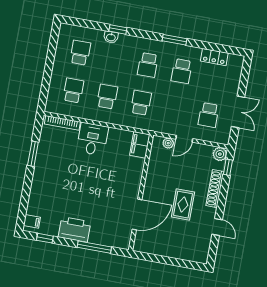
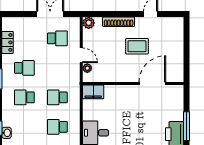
school desk: (148, 65) -> (24, 97), turned 180
window: (228, 167) -> (99, 14), removed
door: (137, 214) -> (152, 84), hinge flipped
window: (94, 247) -> (187, 126), moved

